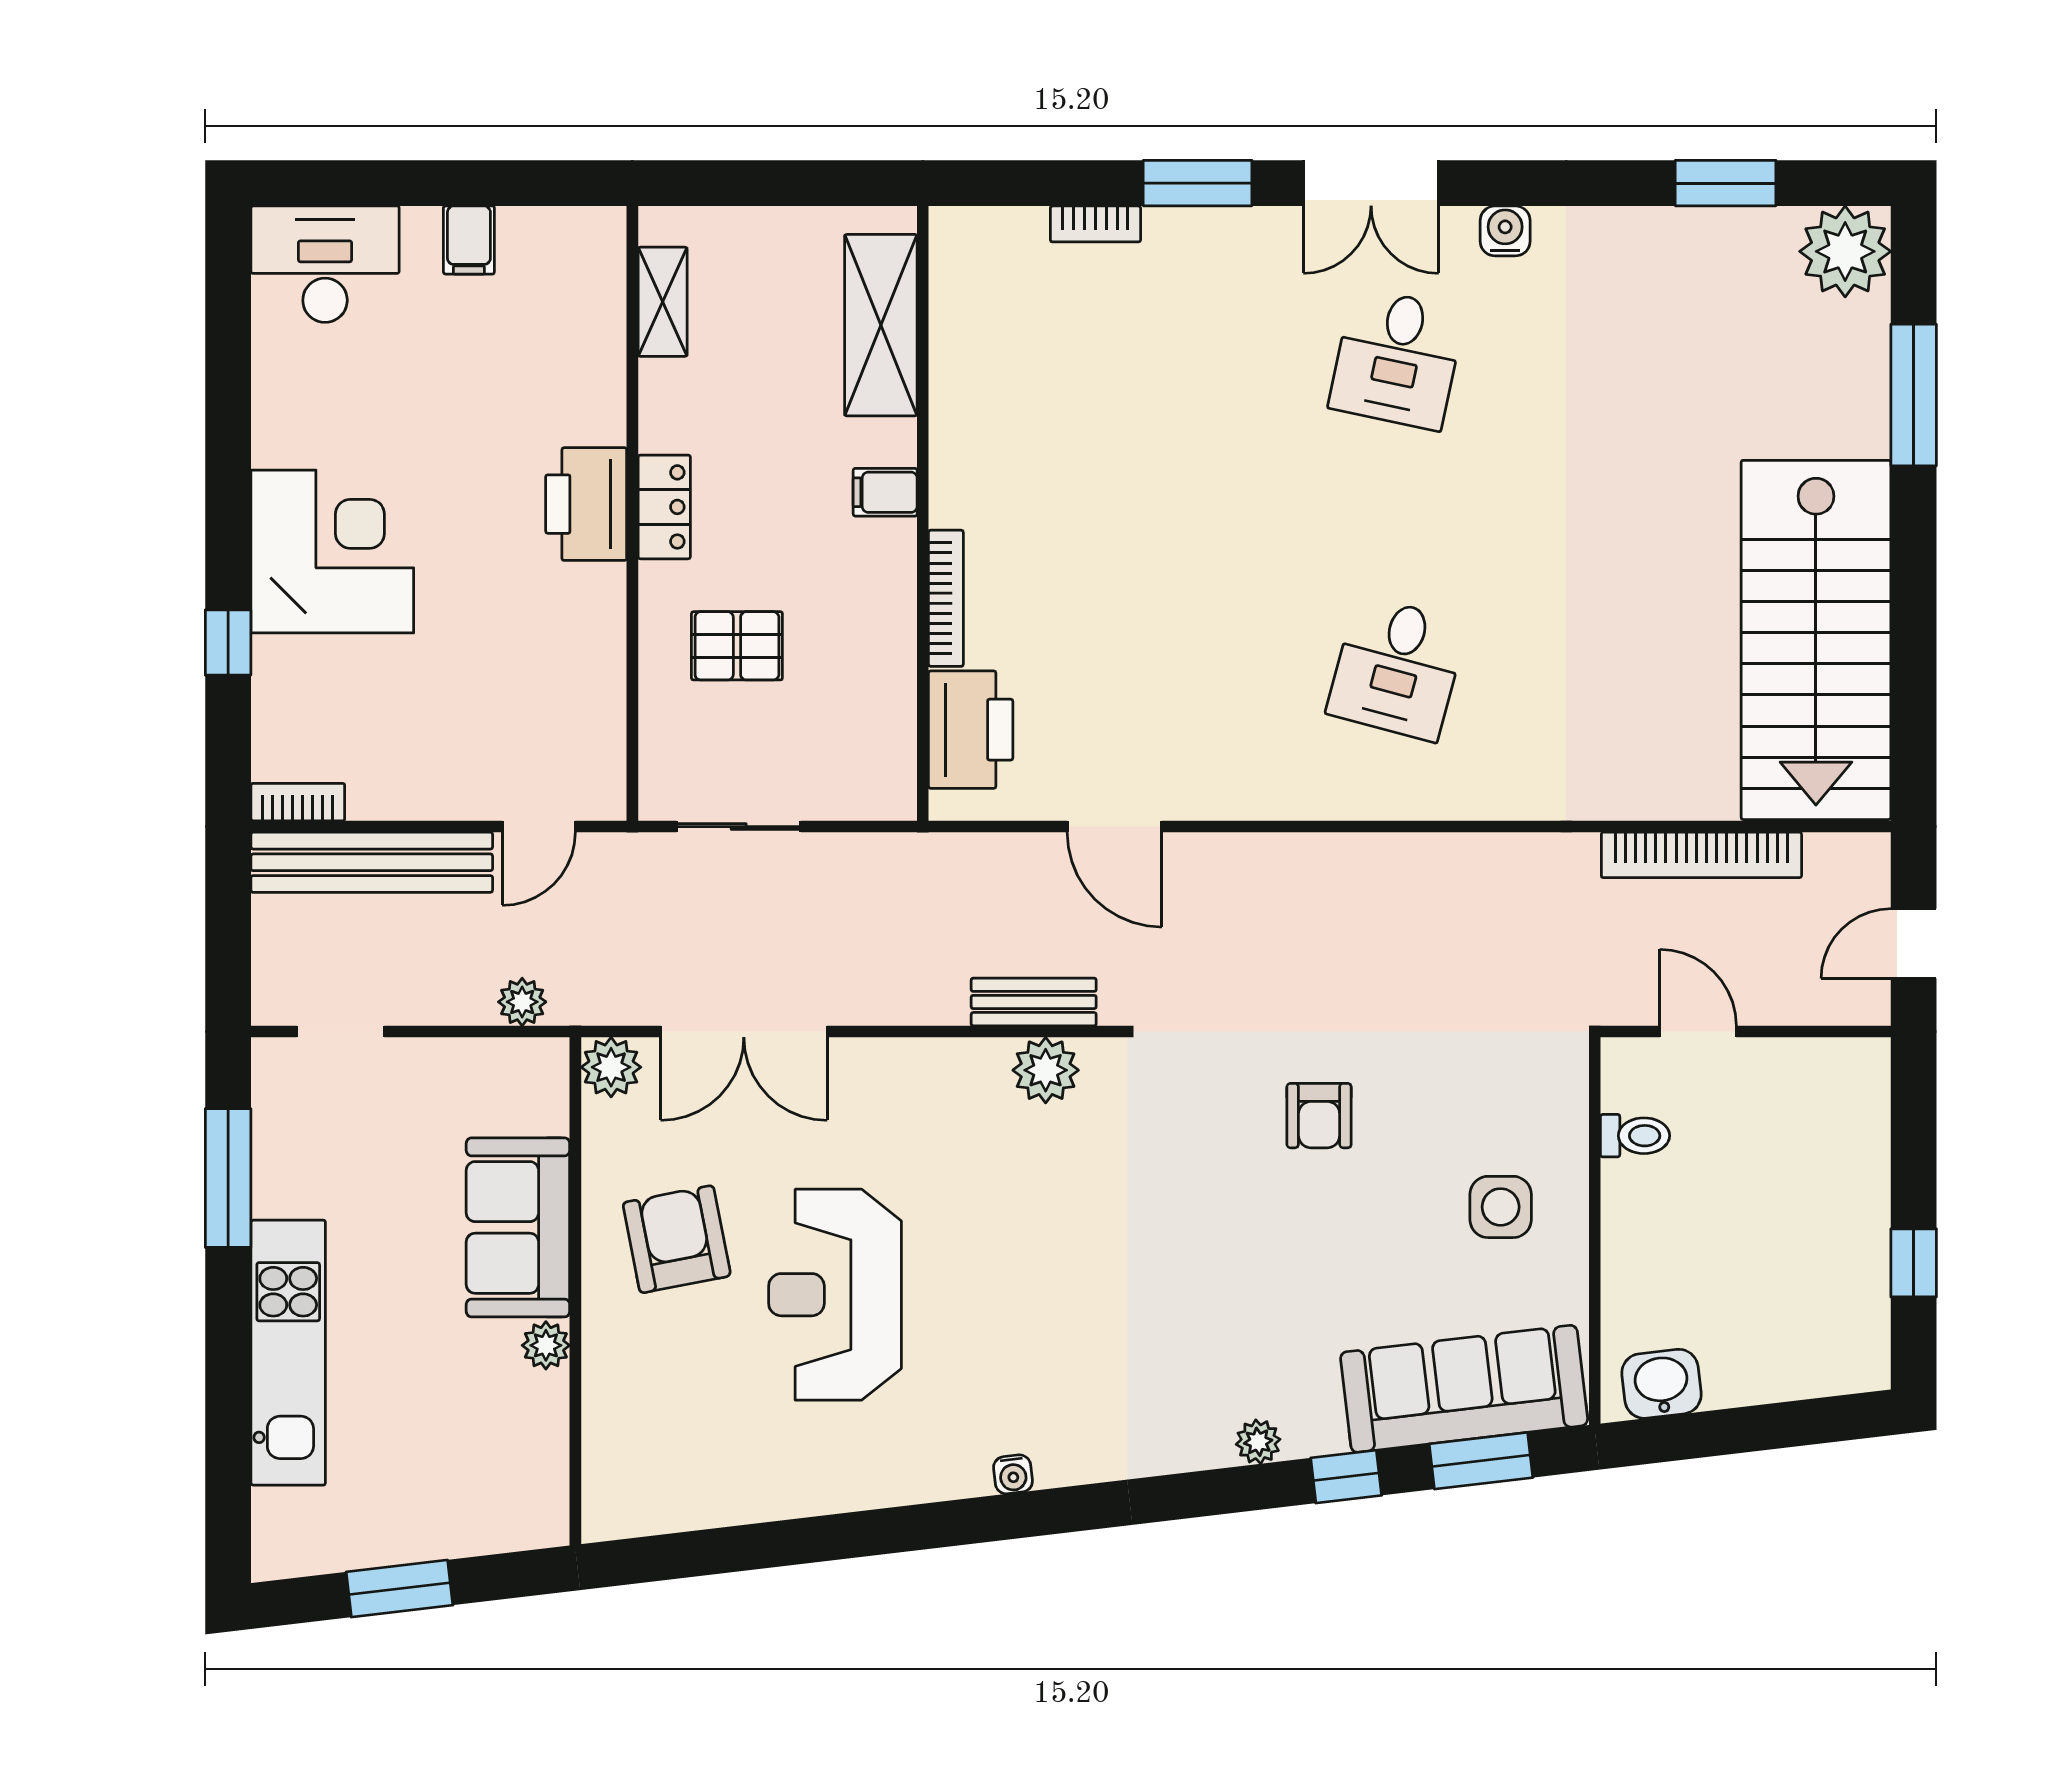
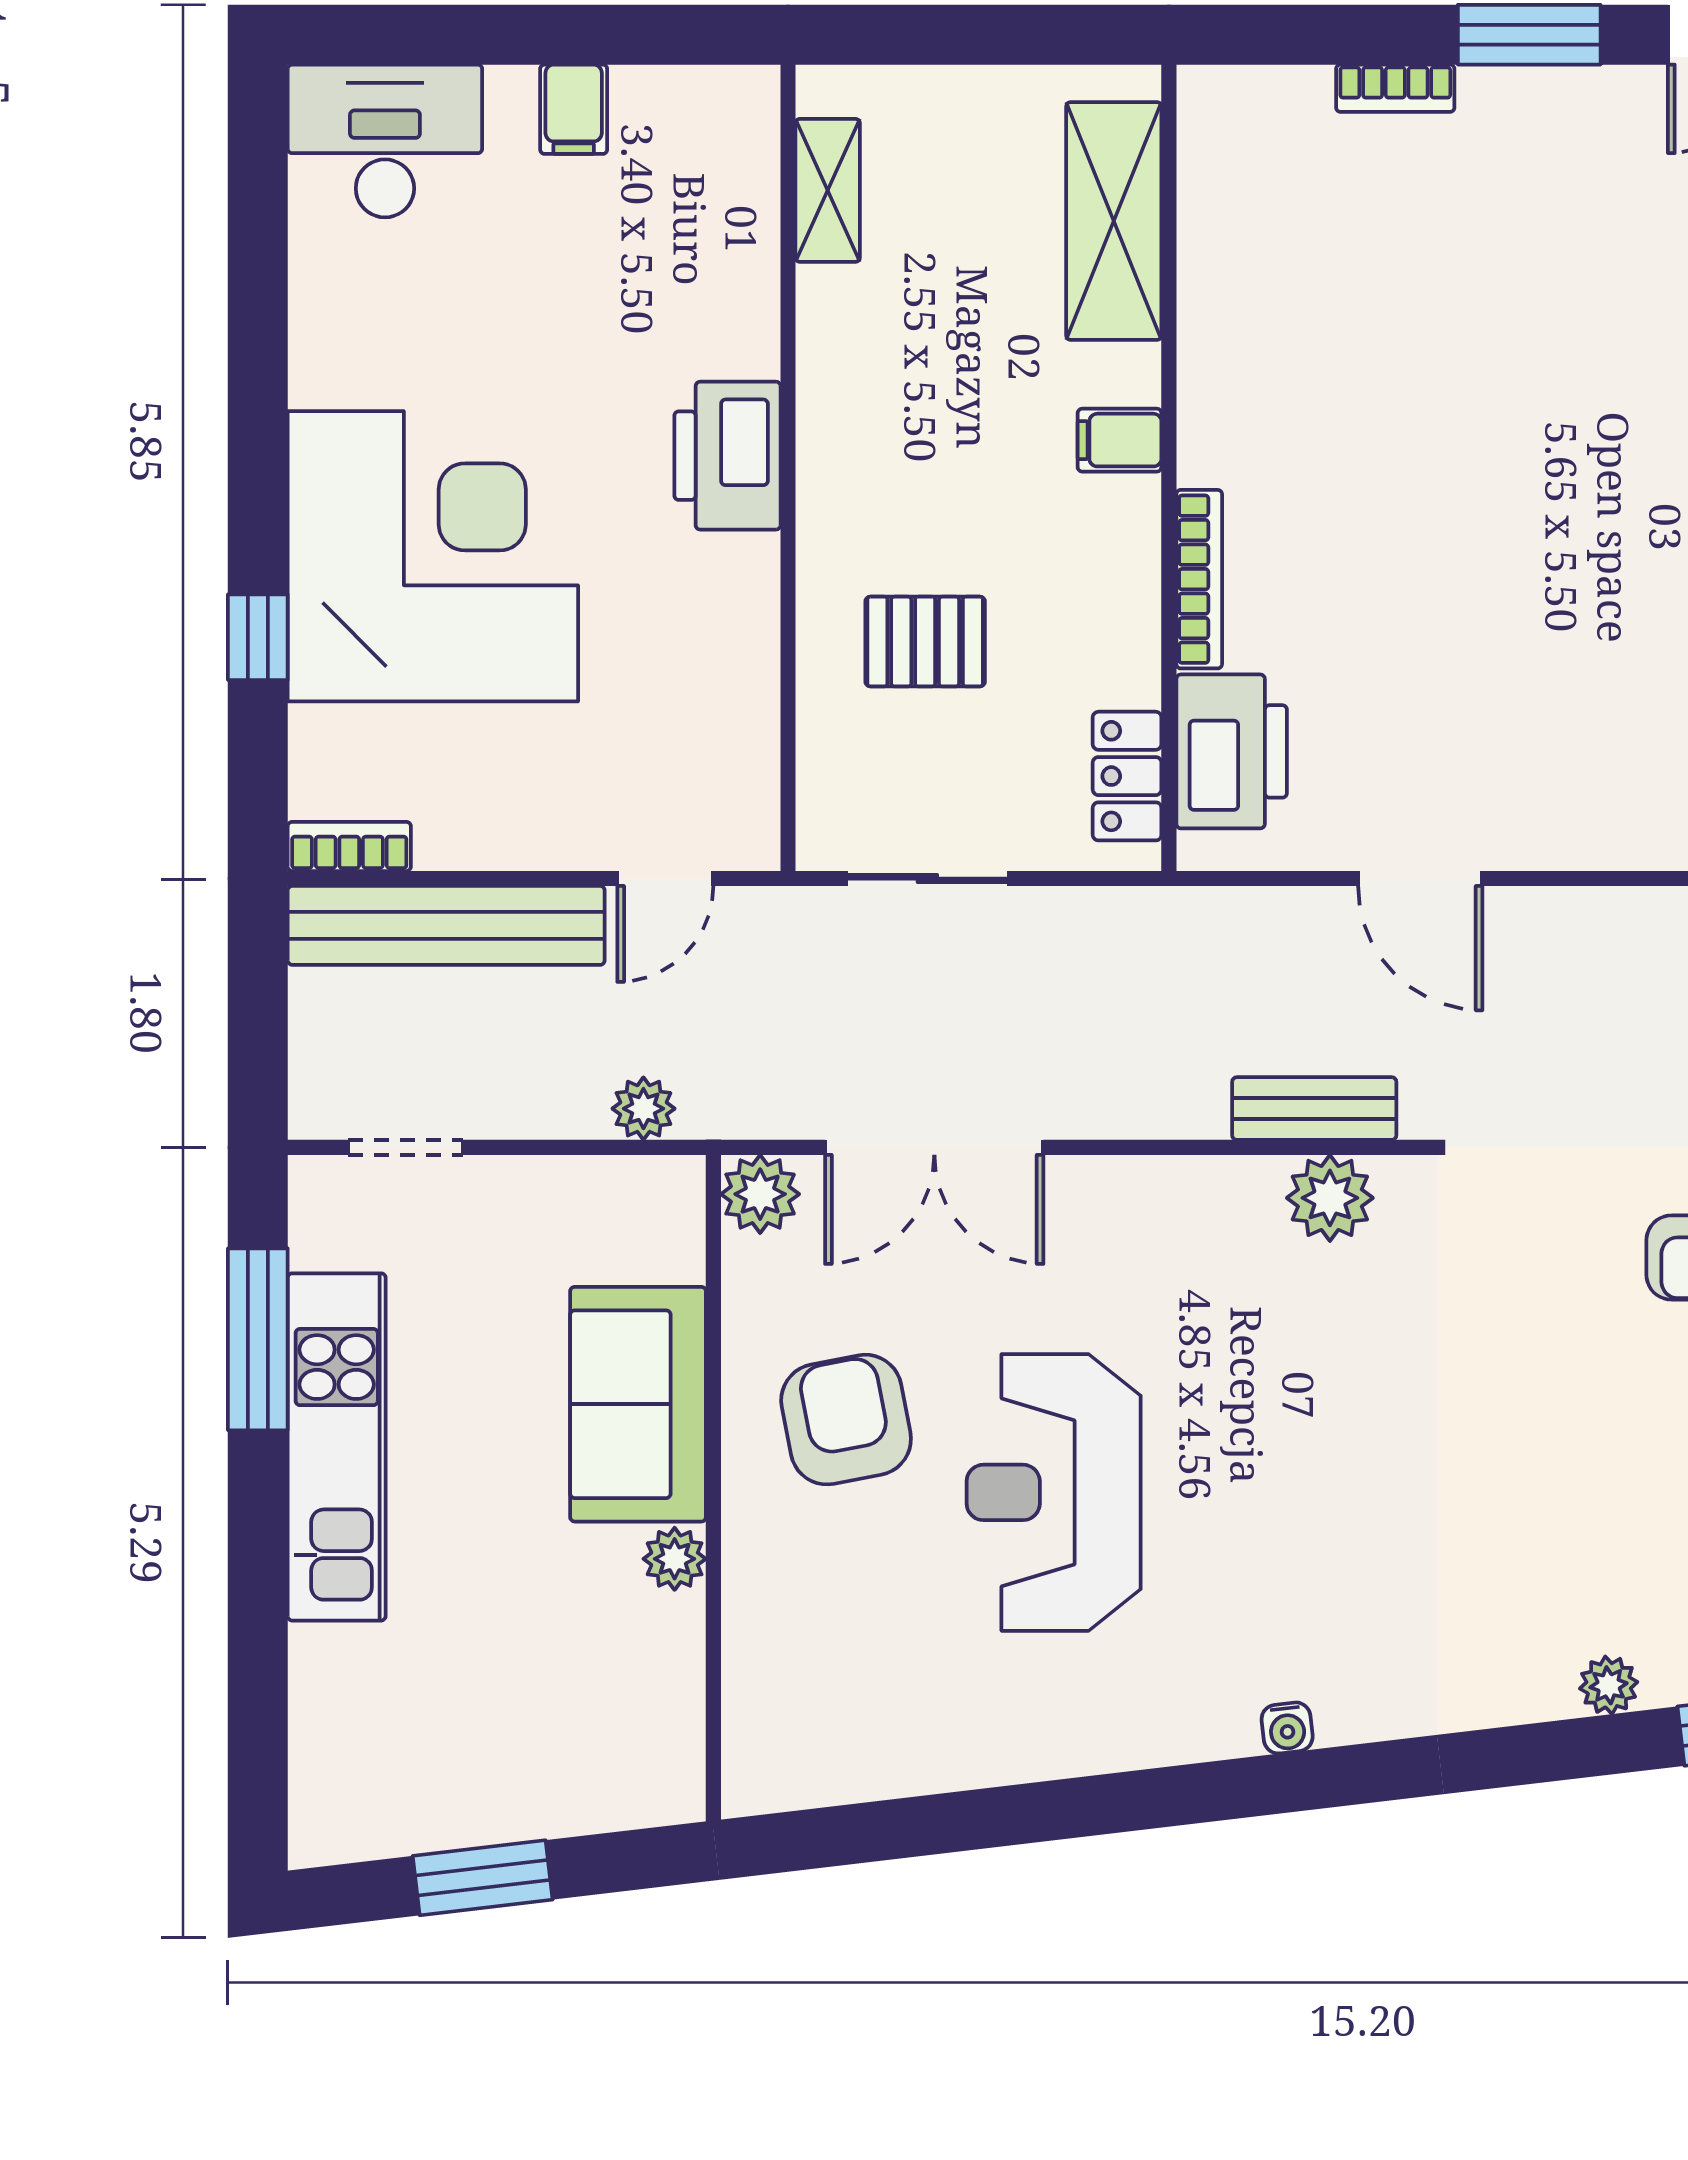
locker: (664, 507) -> (1127, 776), moved, turned 180
corner desk: (332, 552) -> (433, 556), width x1.36, depth x1.36
kitchen unit: (288, 1353) -> (337, 1447), moved

